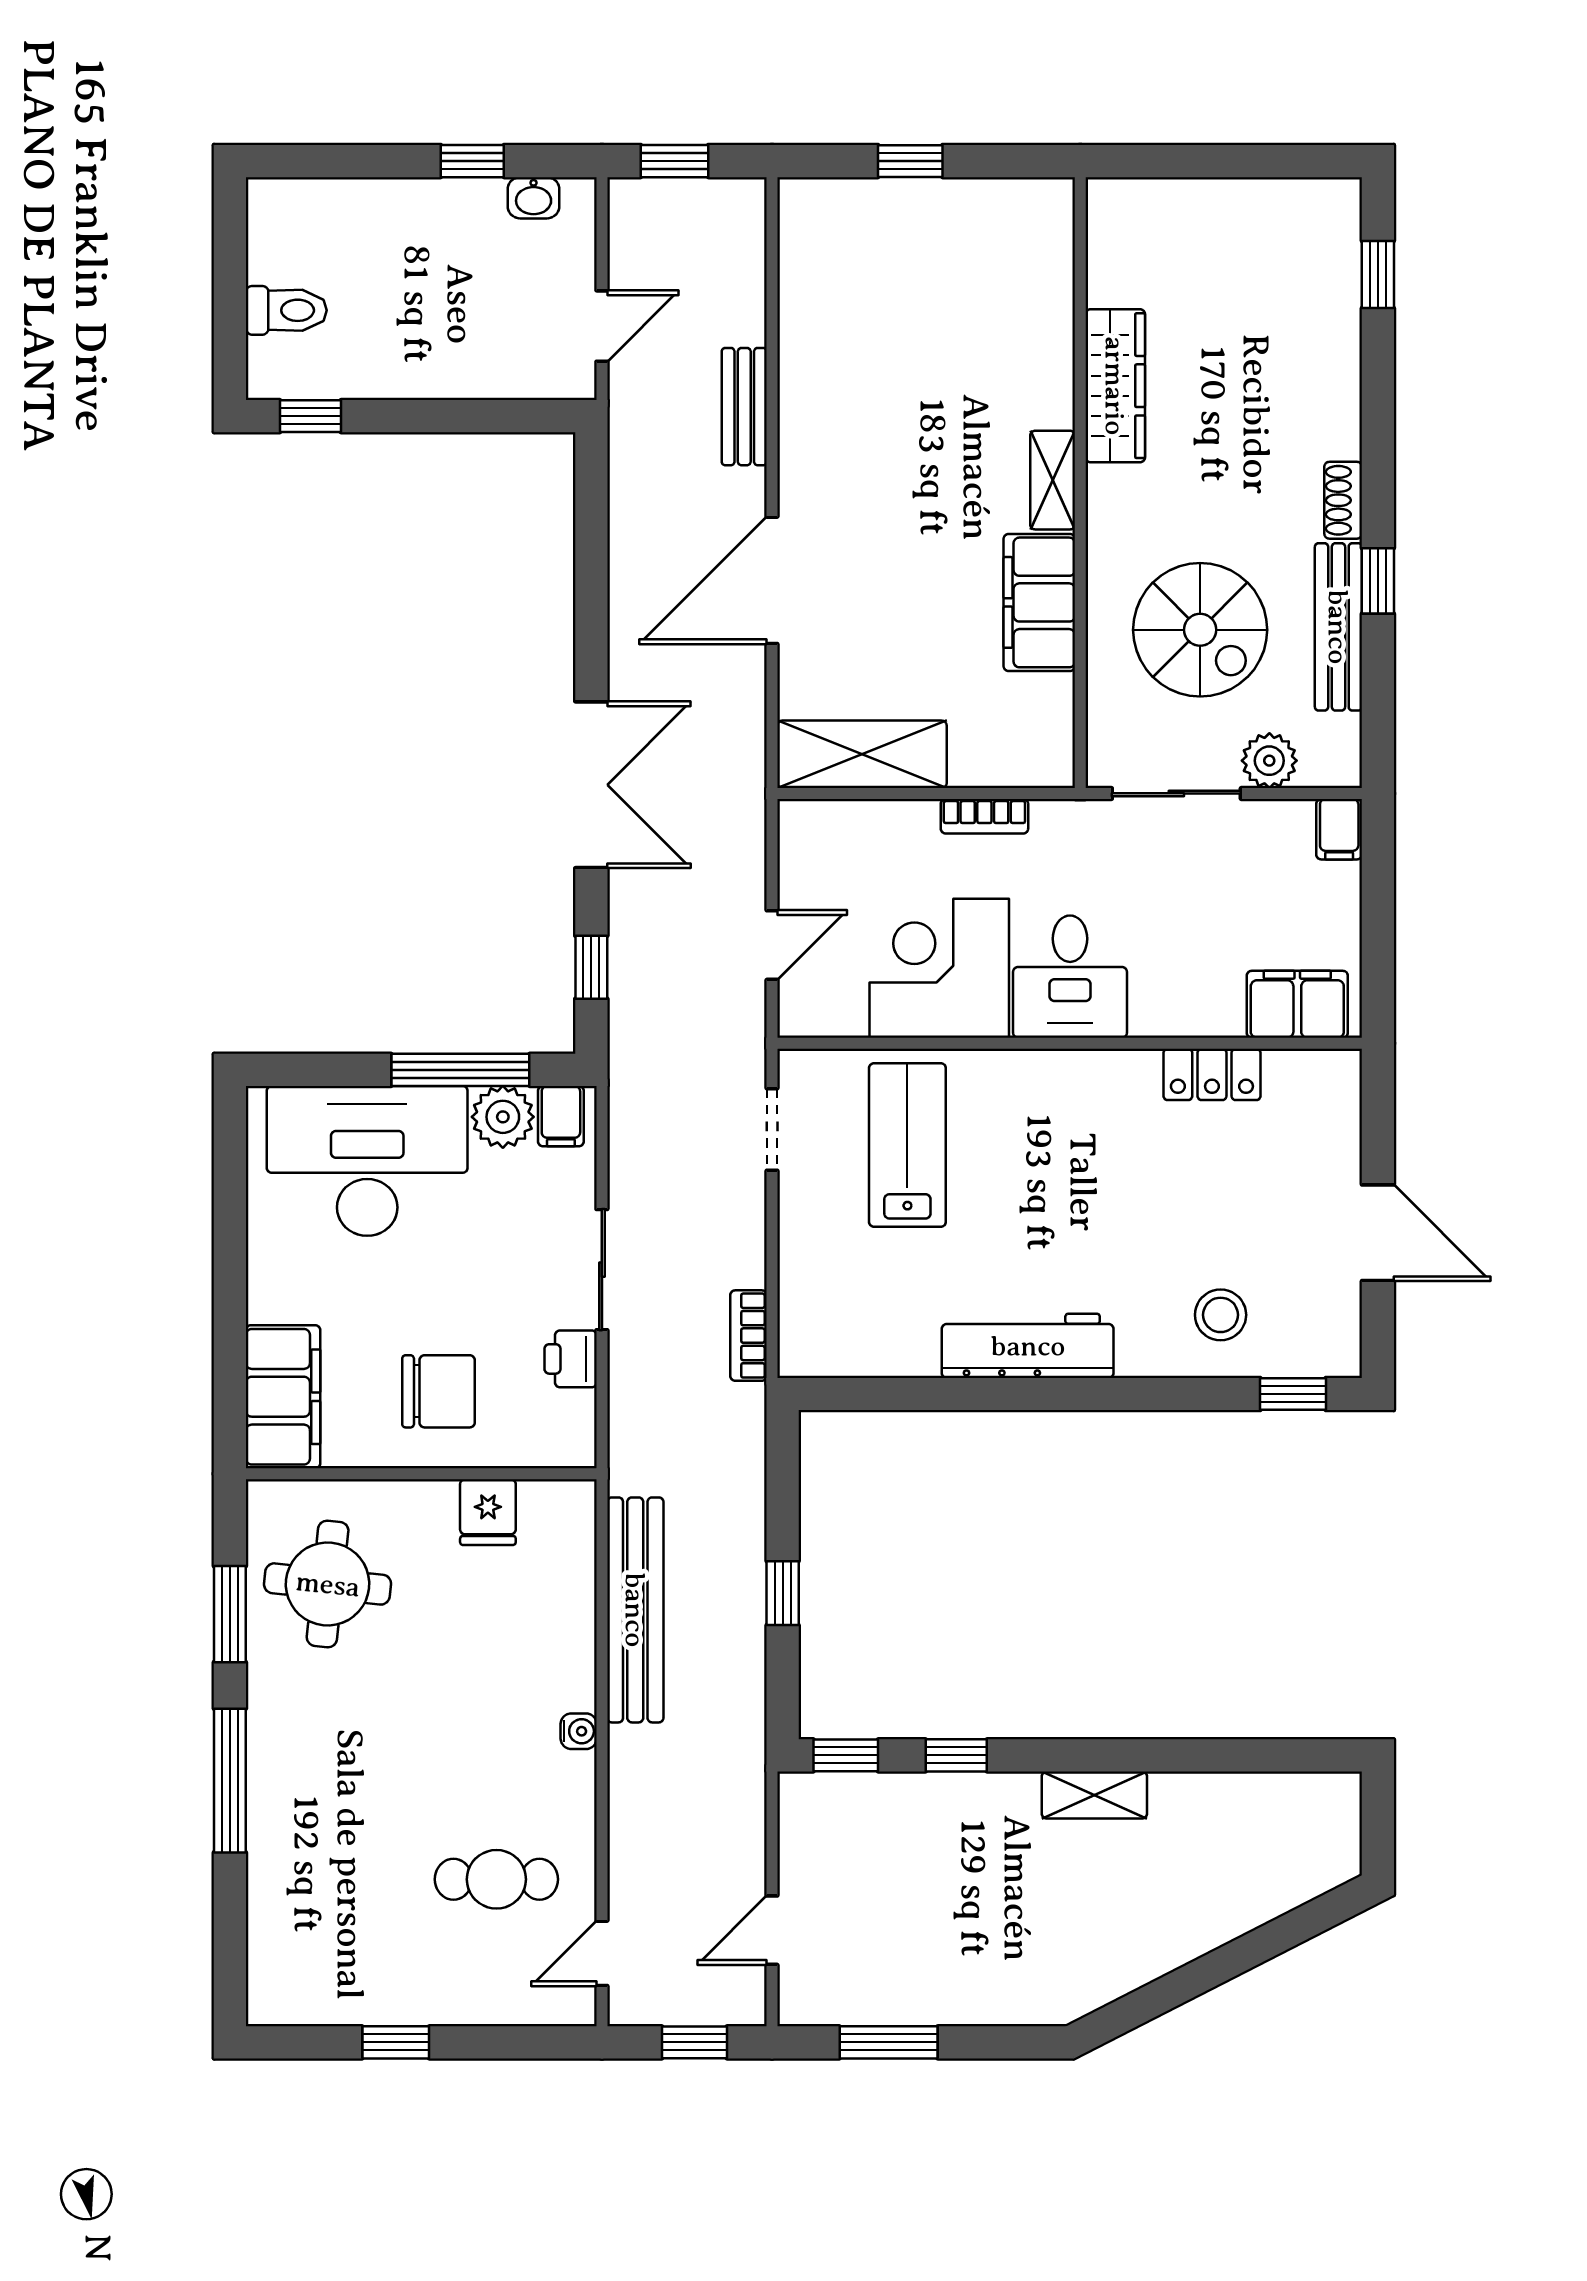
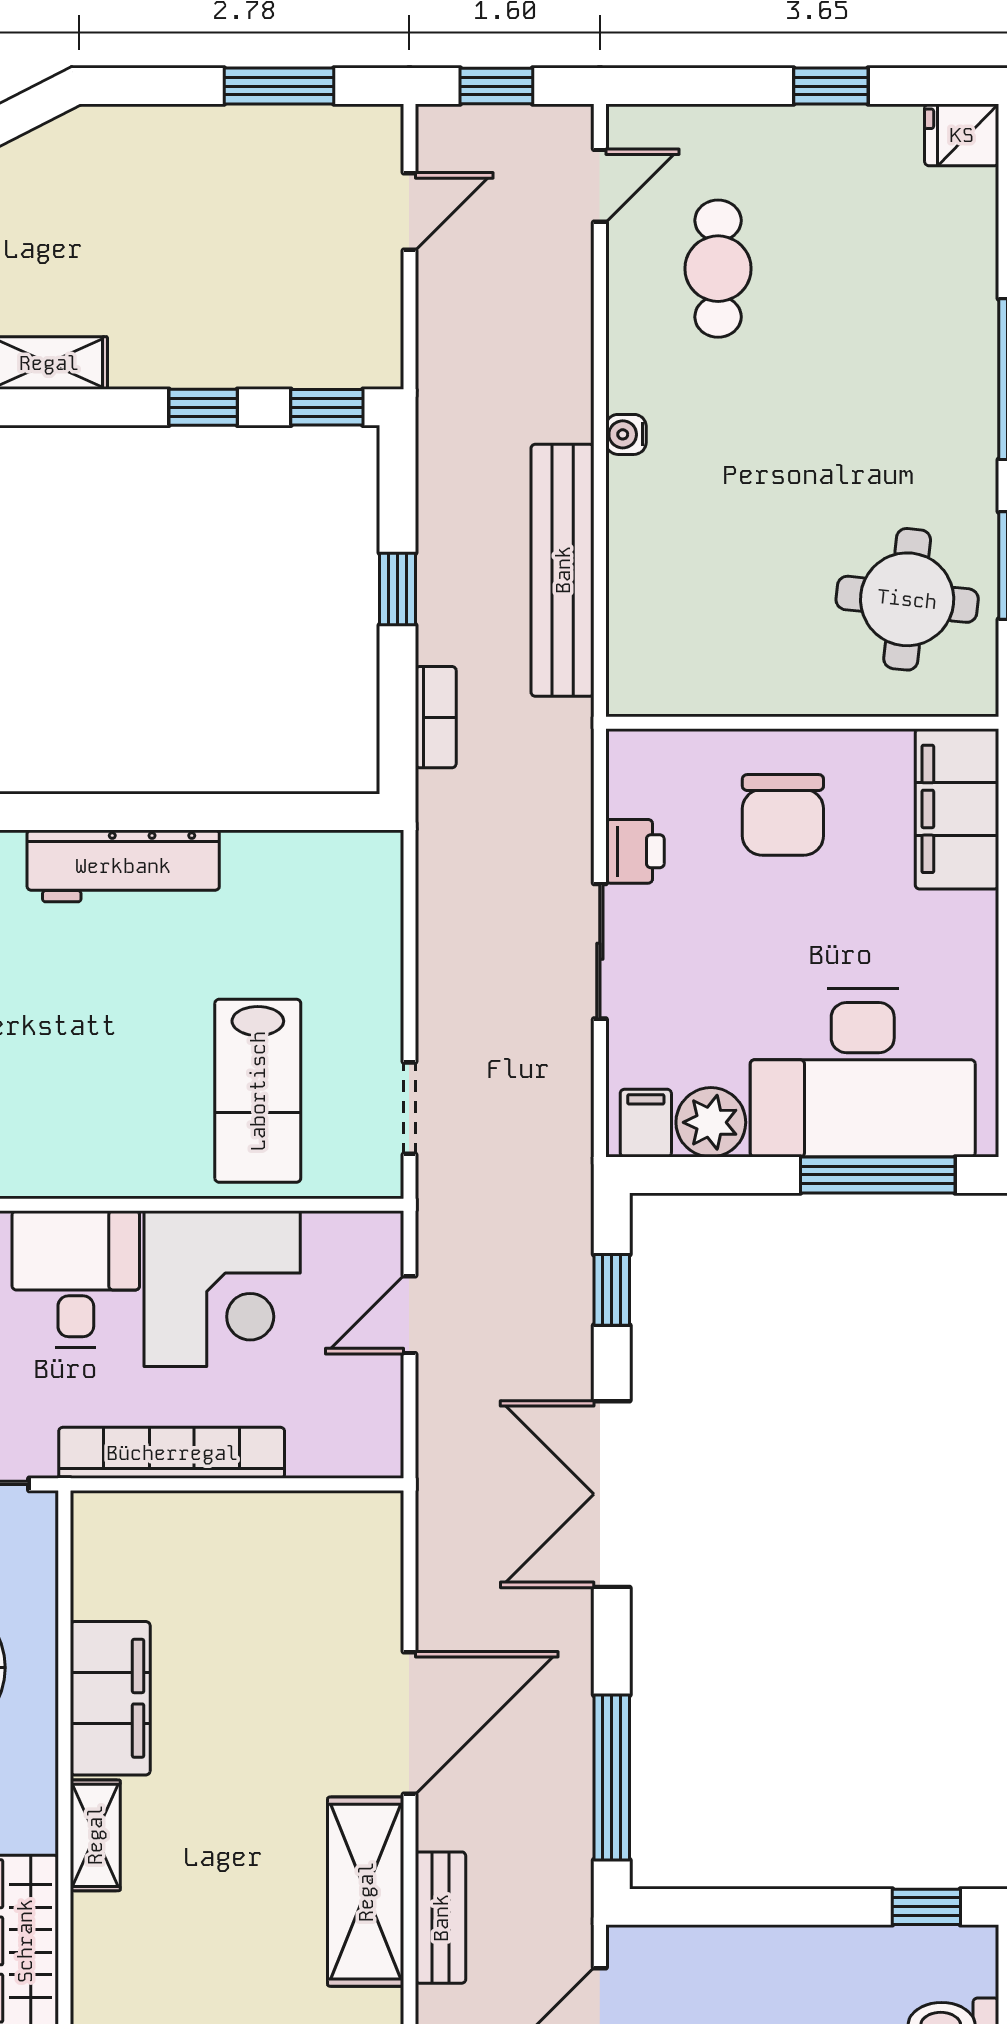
window: (591, 532) -> (612, 1778), added
shelving: (862, 754) -> (366, 1892), moved, turned 90
bookcase: (984, 816) -> (172, 1453), width x2.31, depth x1.31
window: (460, 1070) -> (878, 1175), moved
bookcase: (749, 1336) -> (436, 717), moved
chair: (438, 1391) -> (783, 815), turned -90
fridge: (488, 1512) -> (962, 135), moved, turned -90
cafe table: (496, 1879) -> (718, 269), turned 90

